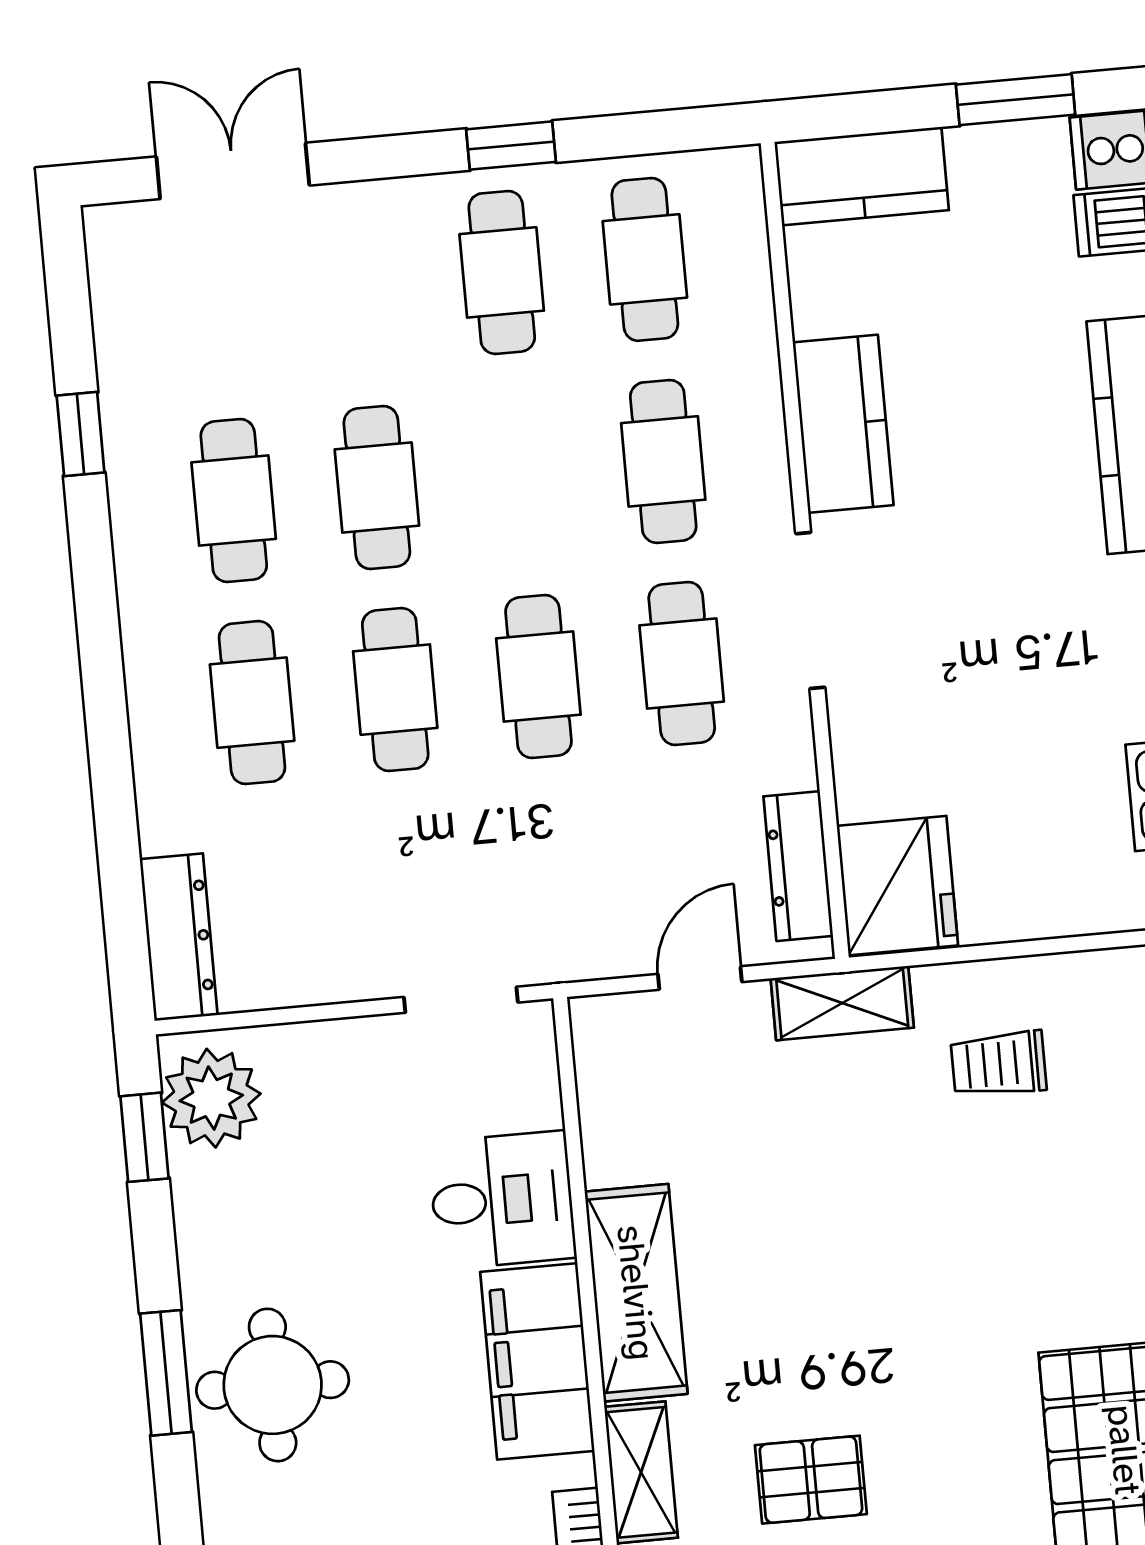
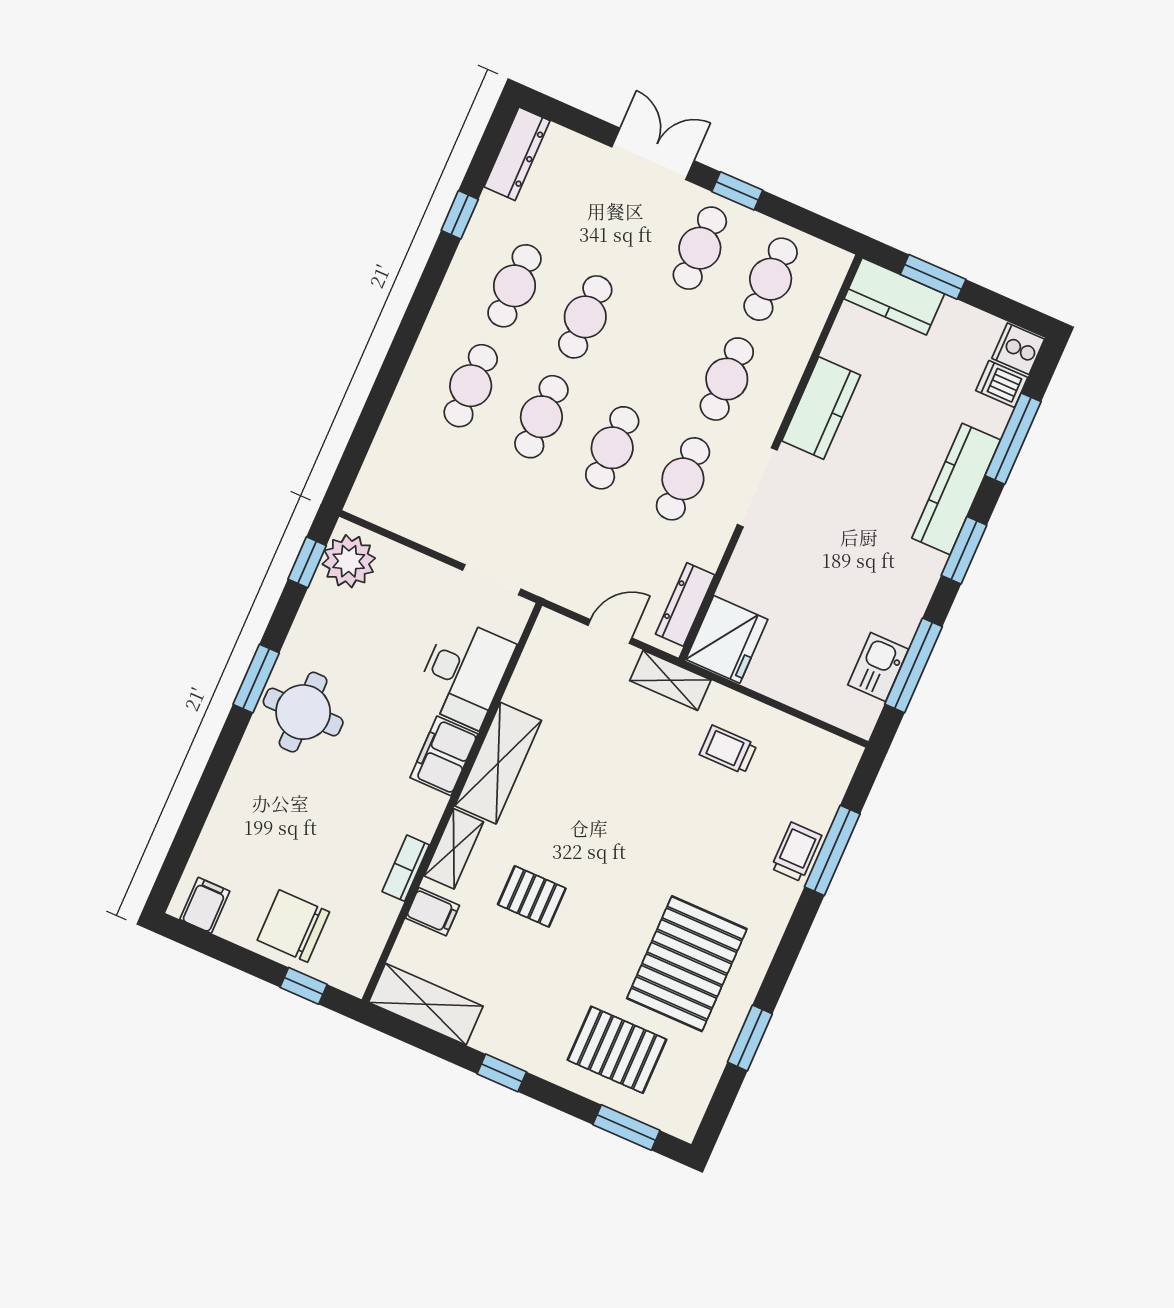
window: (1016, 100) -> (933, 277), moved
double door: (233, 171) -> (653, 154), moved
dresser: (179, 937) -> (517, 154), moved
desk: (502, 1200) -> (464, 673), width x1.37
filing cabinet: (537, 1361) -> (444, 756), width x0.67, depth x0.86

